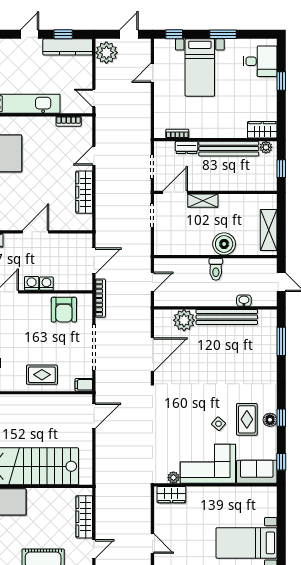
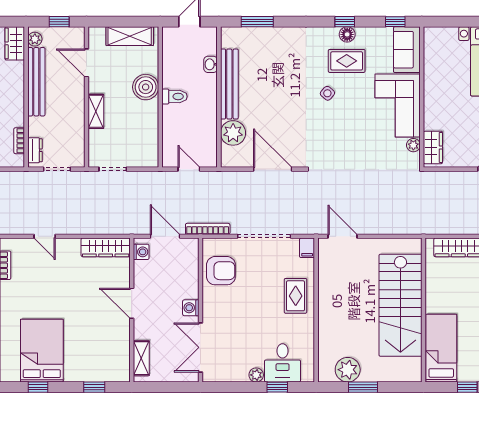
dresser: (187, 147) -> (35, 150), moved
wardrobe: (84, 192) -> (106, 247), moved
door: (175, 192) -> (86, 63), moved
washing machine: (46, 284) -> (141, 252), moved, turned 180
side table: (218, 424) -> (327, 93), moved

